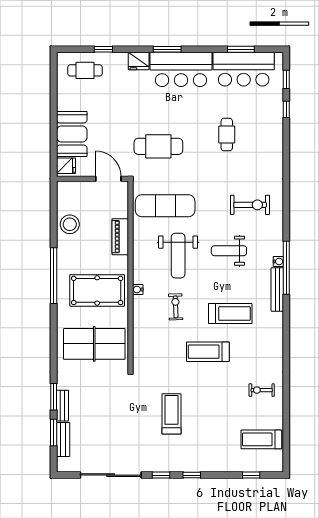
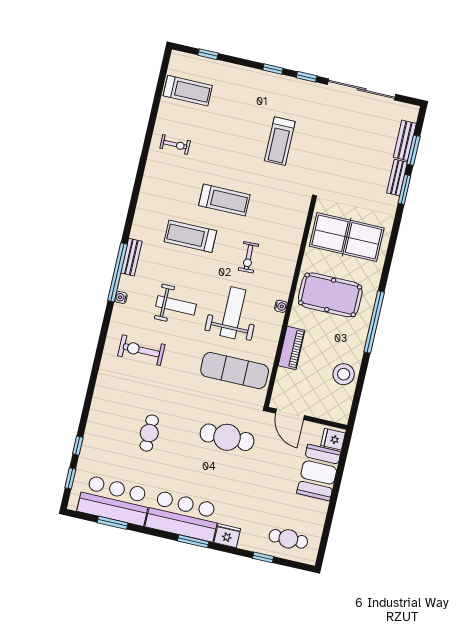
water cooler: (278, 261) -> (121, 297), moved
water cooler: (138, 289) -> (281, 306), moved
bench: (277, 289) -> (131, 257), width x0.73

